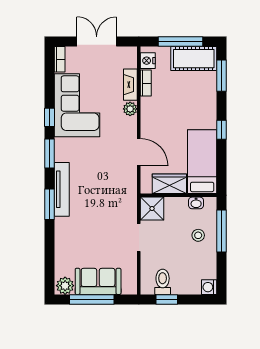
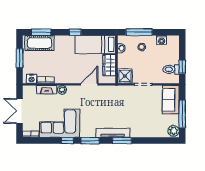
window: (181, 42) -> (20, 58), width x0.69
cot: (194, 59) -> (39, 43), moved, turned 90
sofa: (98, 281) -> (171, 100), moved
washing machine: (209, 287) -> (162, 40), moved

